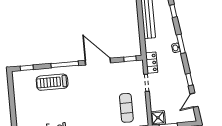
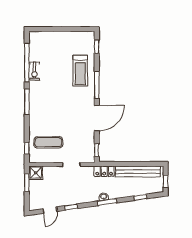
locker: (152, 63) -> (104, 171), moved
treadmill: (52, 82) -> (80, 71), turned 180
door: (194, 100) -> (50, 210), swing flipped

